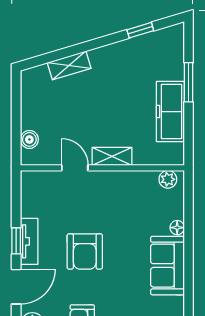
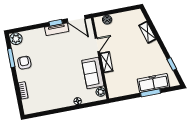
freezer: (170, 112) -> (153, 83), moved
armchair: (85, 251) -> (57, 58), removed
sofa: (167, 266) -> (93, 73), moved, turned -90
door: (16, 287) -> (76, 19), moved

